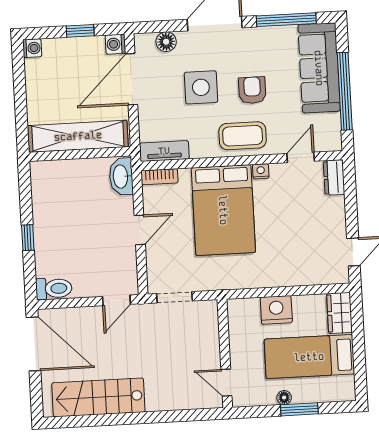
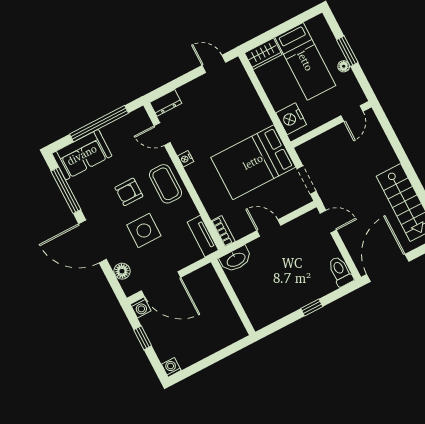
sofa: (319, 68) -> (82, 155), width x0.73
shelving: (78, 136) -> (221, 304), removed
bed: (223, 210) -> (253, 162), moved, turned 180
nightstand: (276, 310) -> (291, 119), moved

